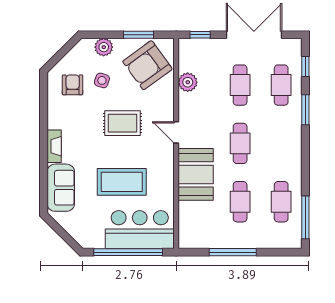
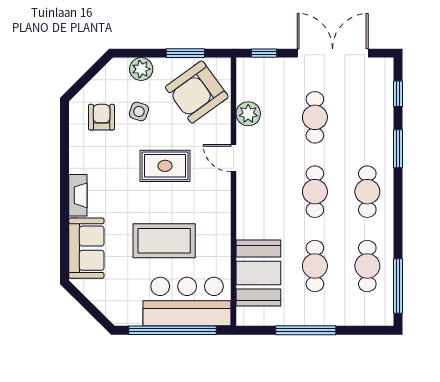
cafe table: (281, 85) -> (367, 192), moved
door: (176, 132) -> (233, 158), moved
booth: (196, 174) -> (258, 273), moved

